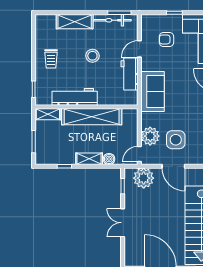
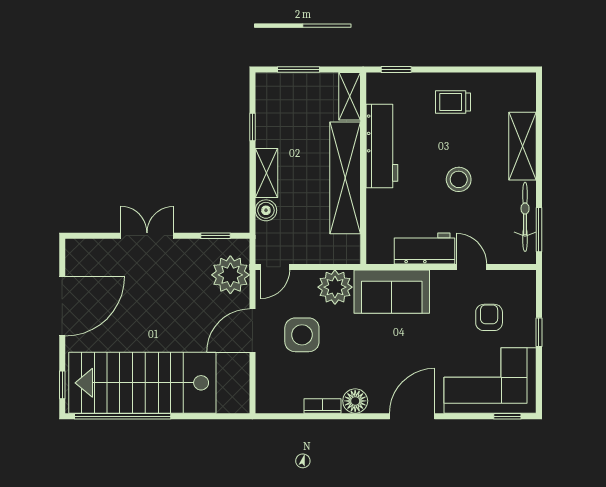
plant: (150, 136) -> (335, 287), moved
door: (139, 154) -> (275, 267), swing flipped

